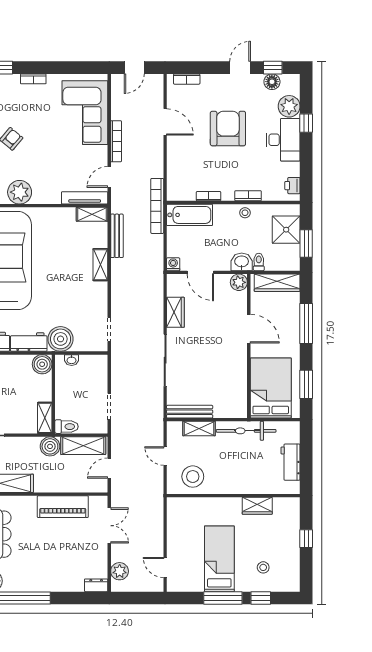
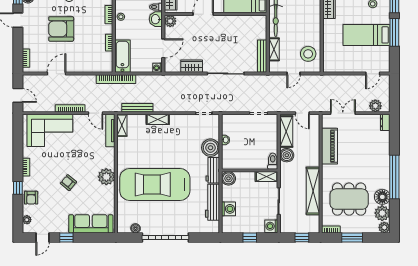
boiler: (42, 364) -> (228, 178), moved
wall: (53, 394) -> (250, 170), moved
shelving: (45, 418) -> (267, 177), moved
toilet: (67, 427) -> (273, 161), moved

